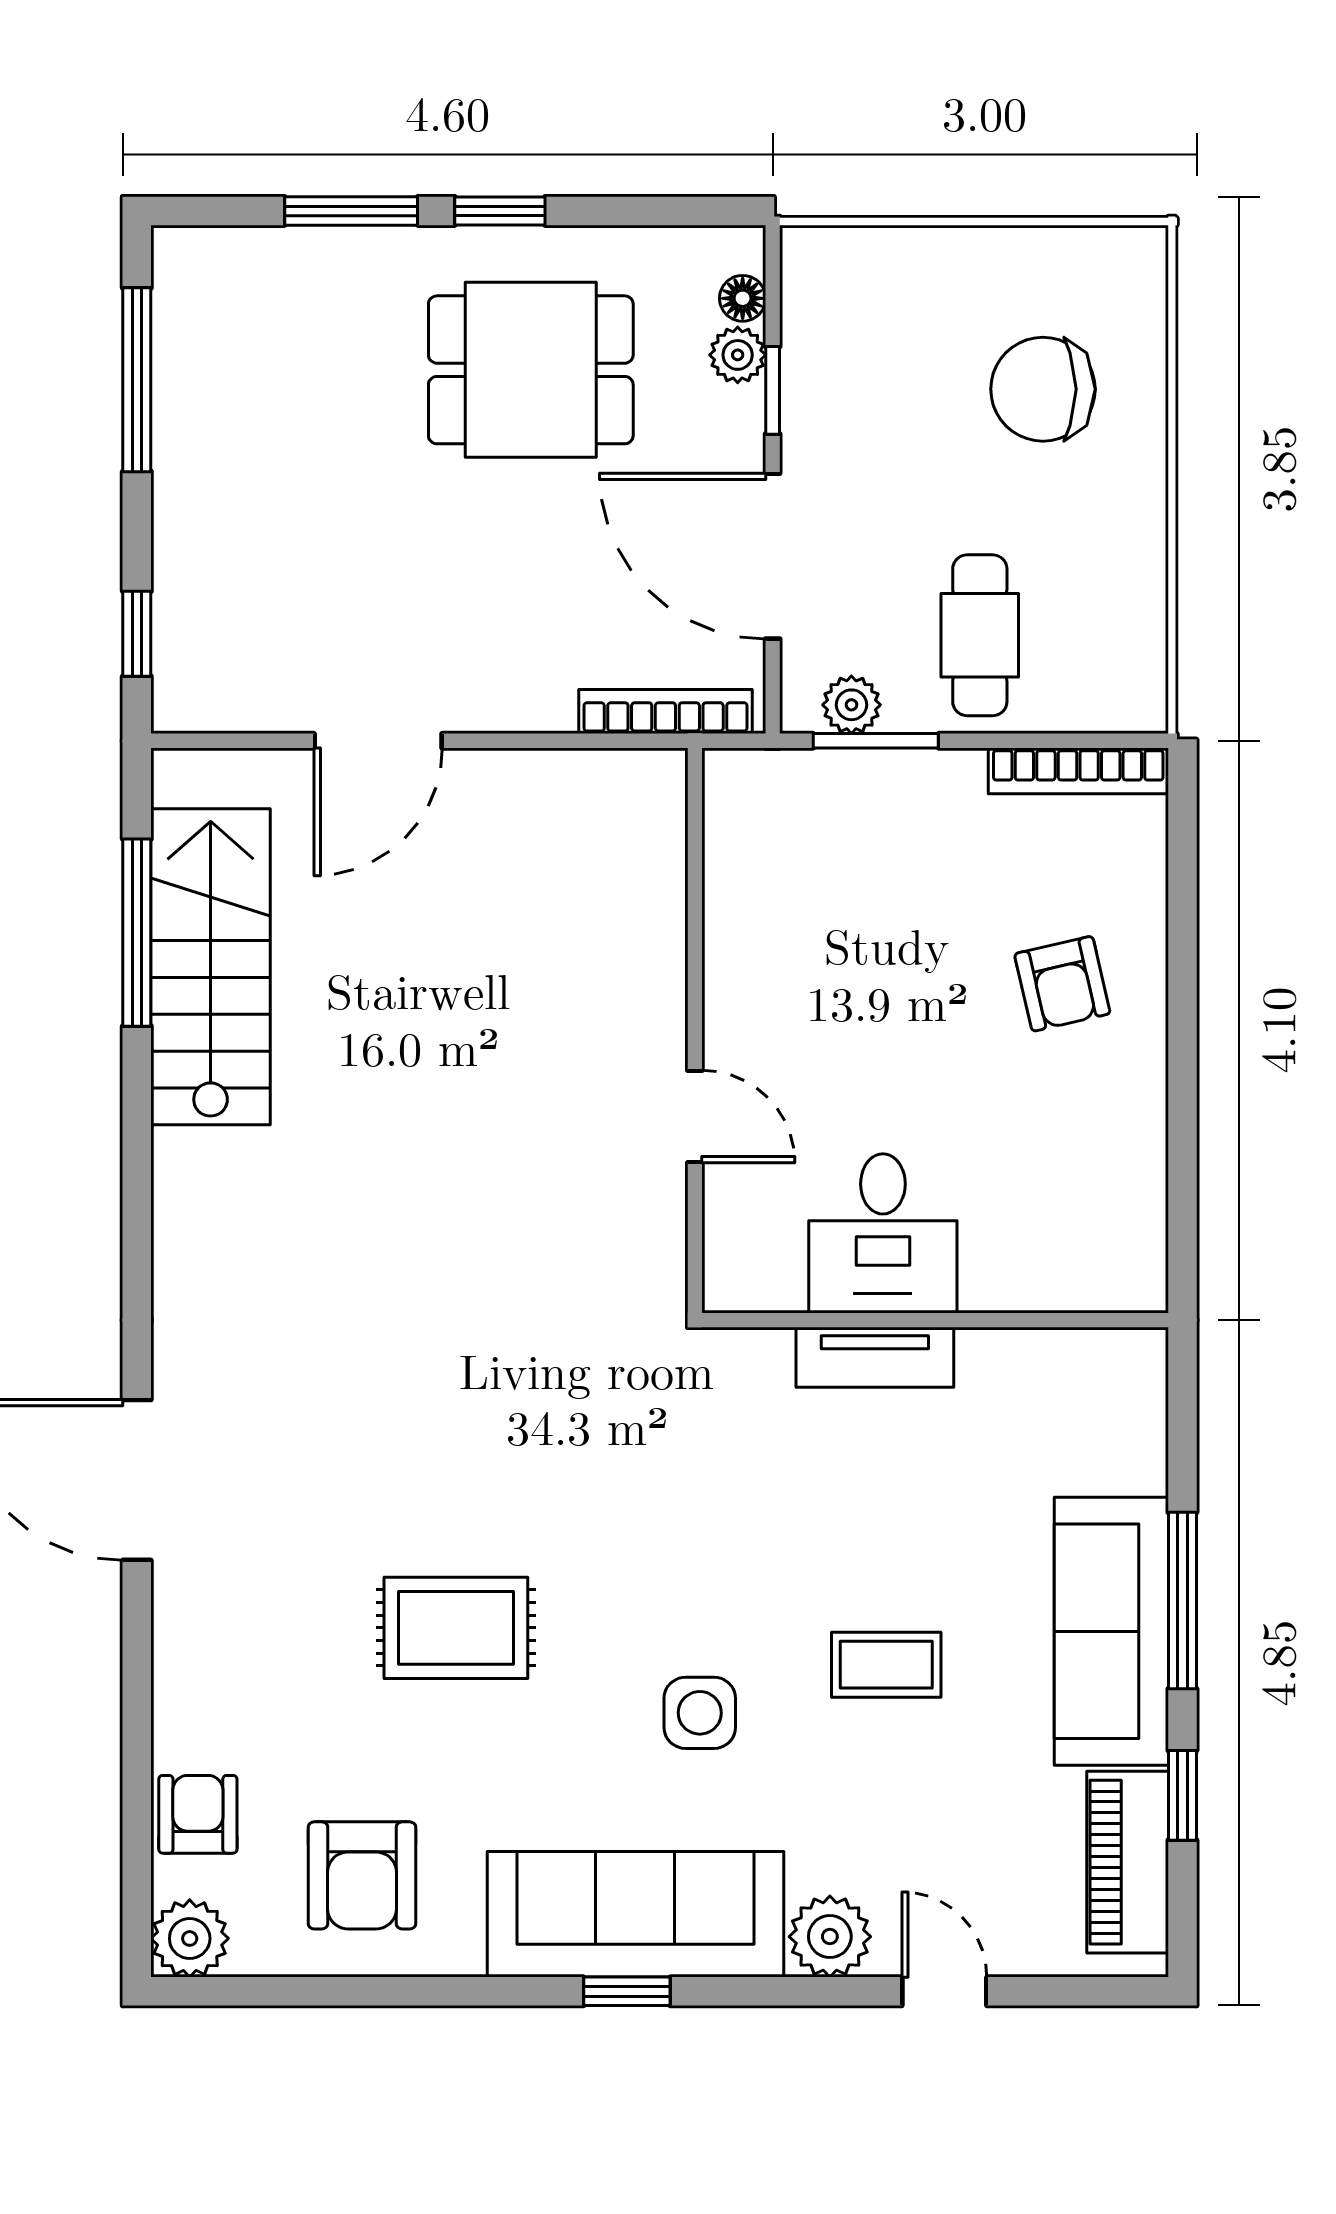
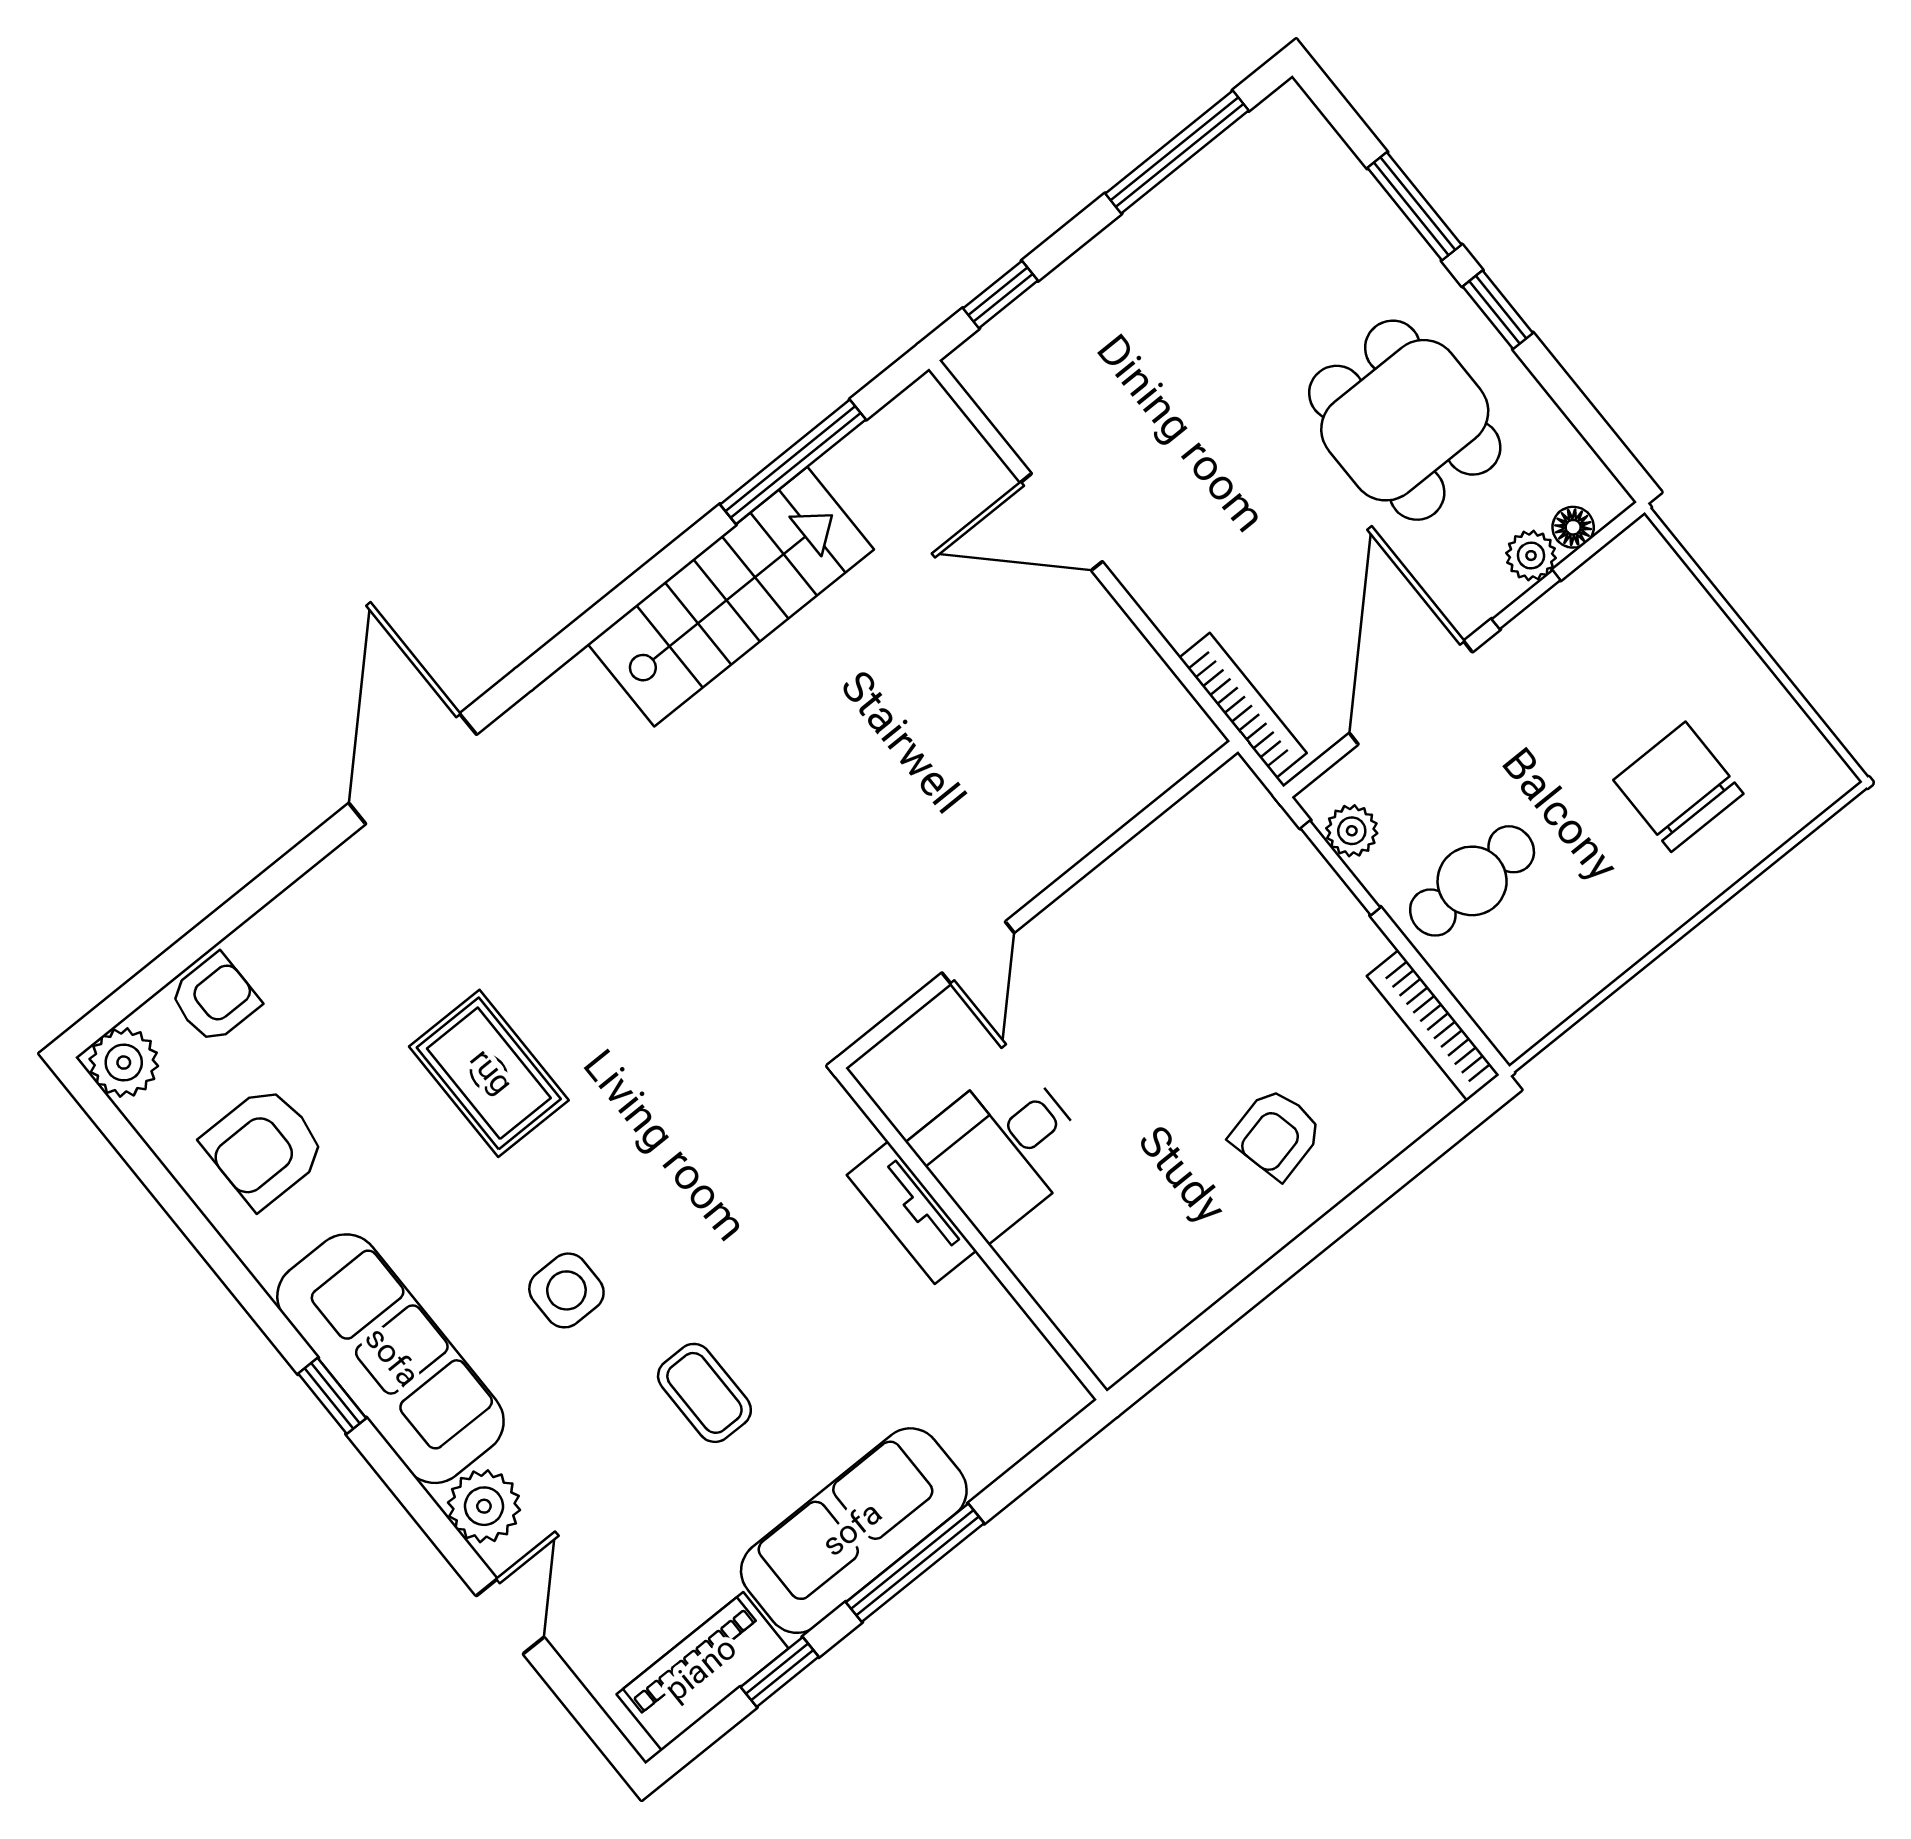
stairs: (211, 967) -> (731, 597), moved

